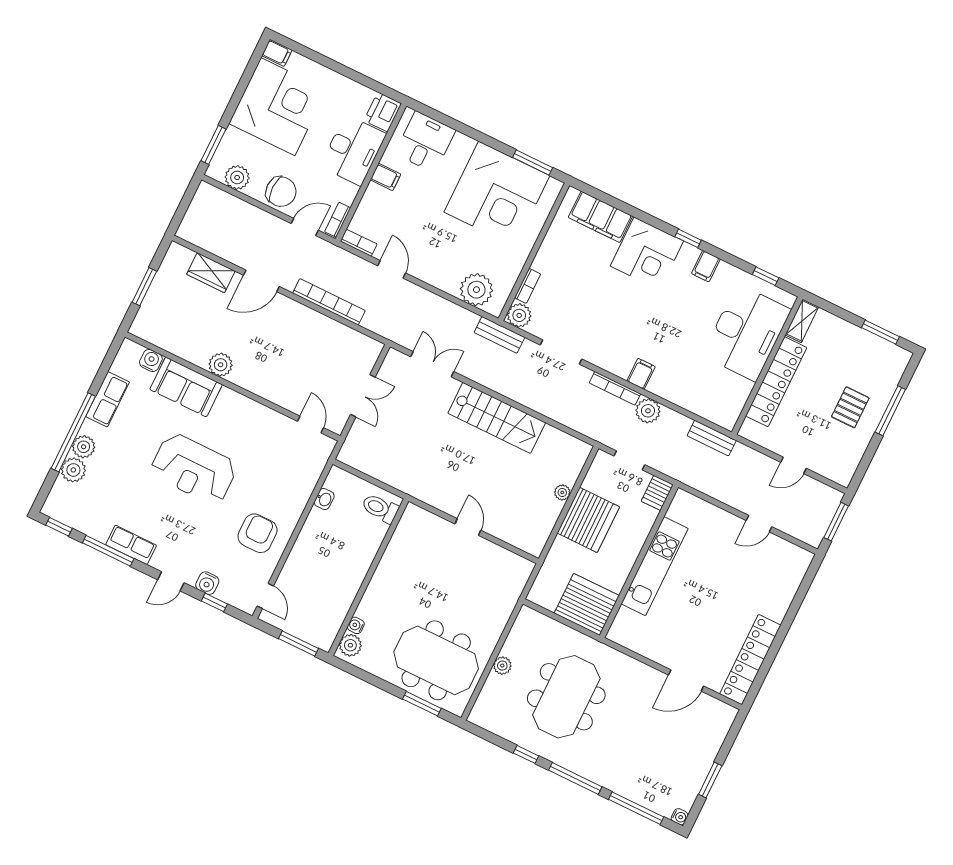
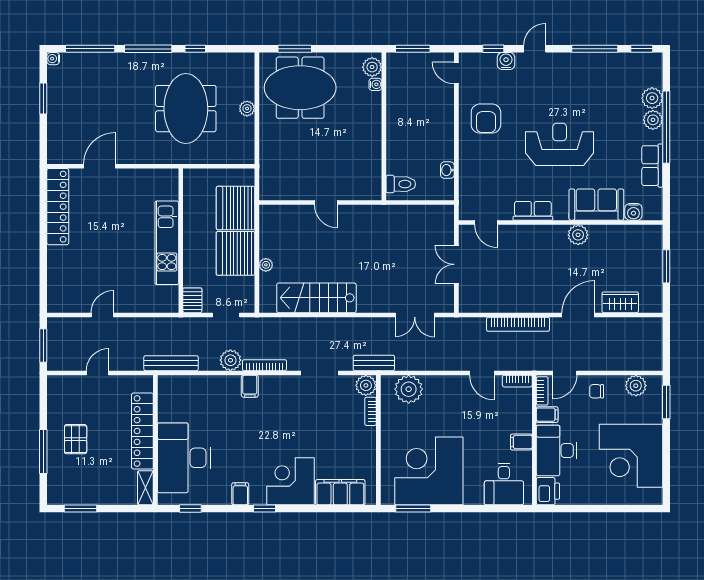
filing cabinet: (277, 53) -> (547, 415), moved, turned 180
chair: (281, 192) -> (597, 391), width x0.54, depth x0.54
stairs: (497, 418) -> (316, 298), moved
bench: (712, 438) -> (171, 363), width x1.36
row of seats: (131, 545) -> (533, 211), moved, turned 180
server rack: (587, 604) -> (236, 208), moved, turned 90

